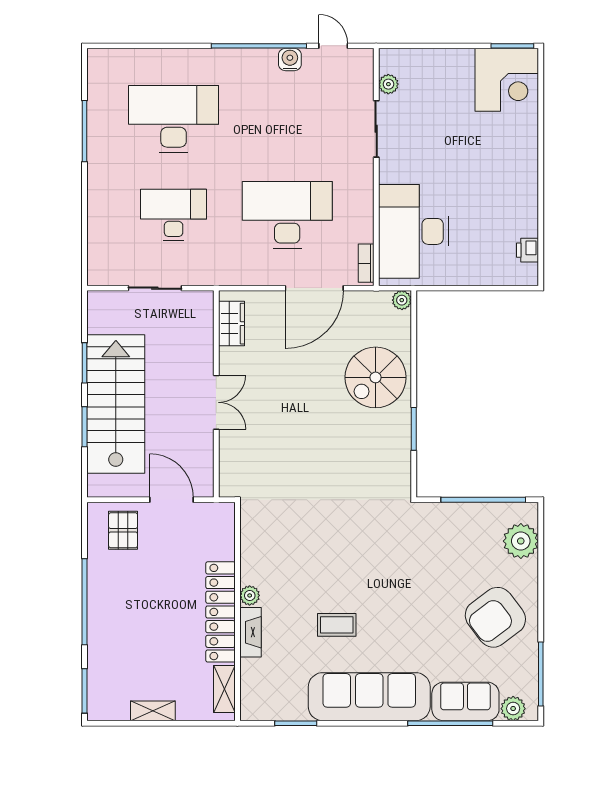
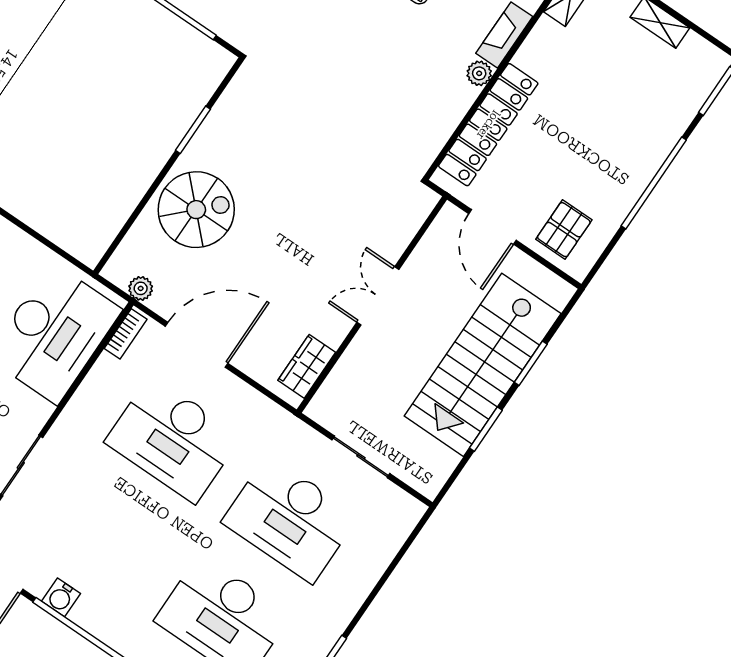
desk: (174, 215) -> (290, 519), width x1.36, depth x1.30
plant: (402, 300) -> (141, 288), moved
locker: (221, 612) -> (488, 125), moved

